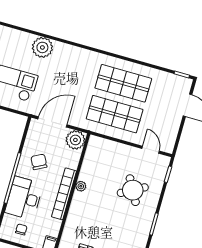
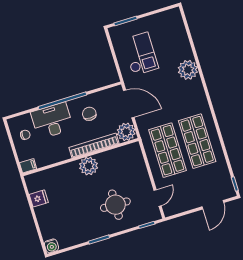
plant: (42, 47) -> (188, 70), moved
chair: (39, 162) -> (89, 114), turned -63
plant: (81, 186) -> (89, 166), width x1.88, depth x1.88
round table: (133, 190) -> (115, 205), turned 30
bookcase: (64, 194) -> (94, 146), moved

